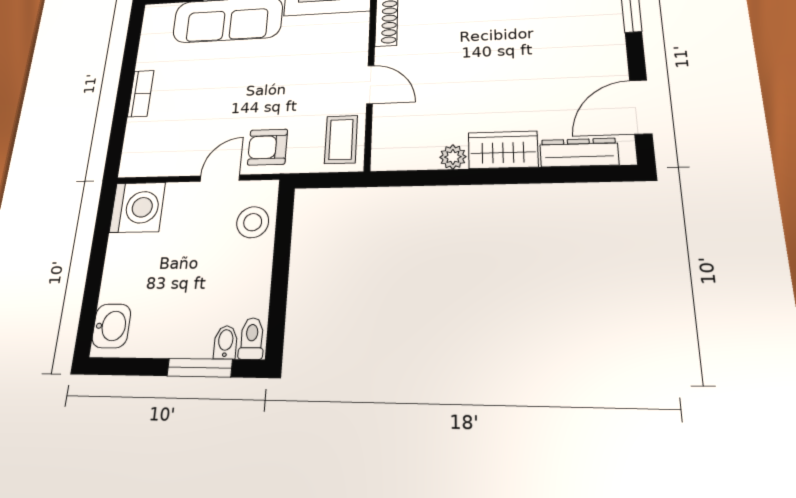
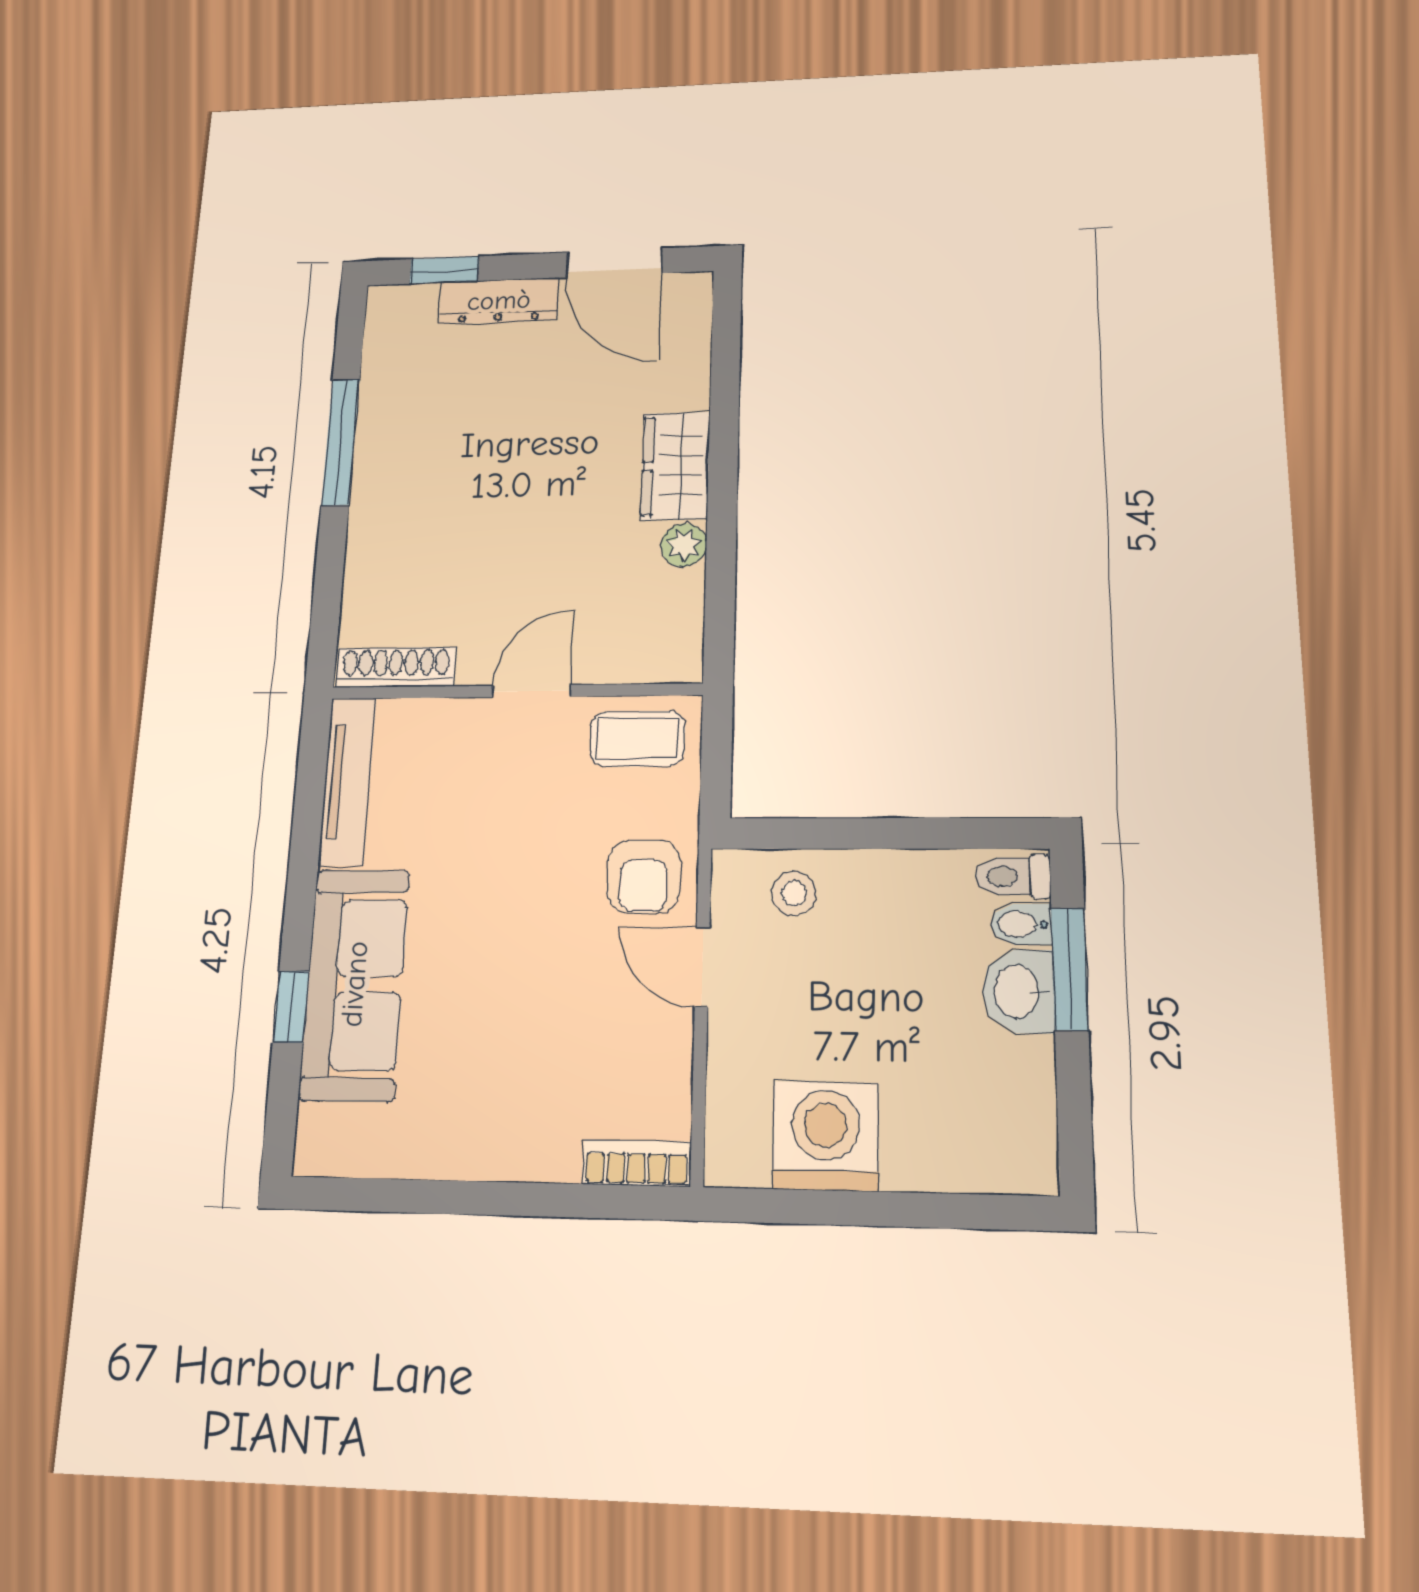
bookcase: (141, 93) -> (636, 1163), moved
dresser: (579, 153) -> (499, 301), moved, turned -90
washing machine: (137, 207) -> (825, 1136), moved
stool: (253, 222) -> (794, 893), width x0.73, depth x0.73
washbasin: (111, 326) -> (1018, 991), moved, turned -90

